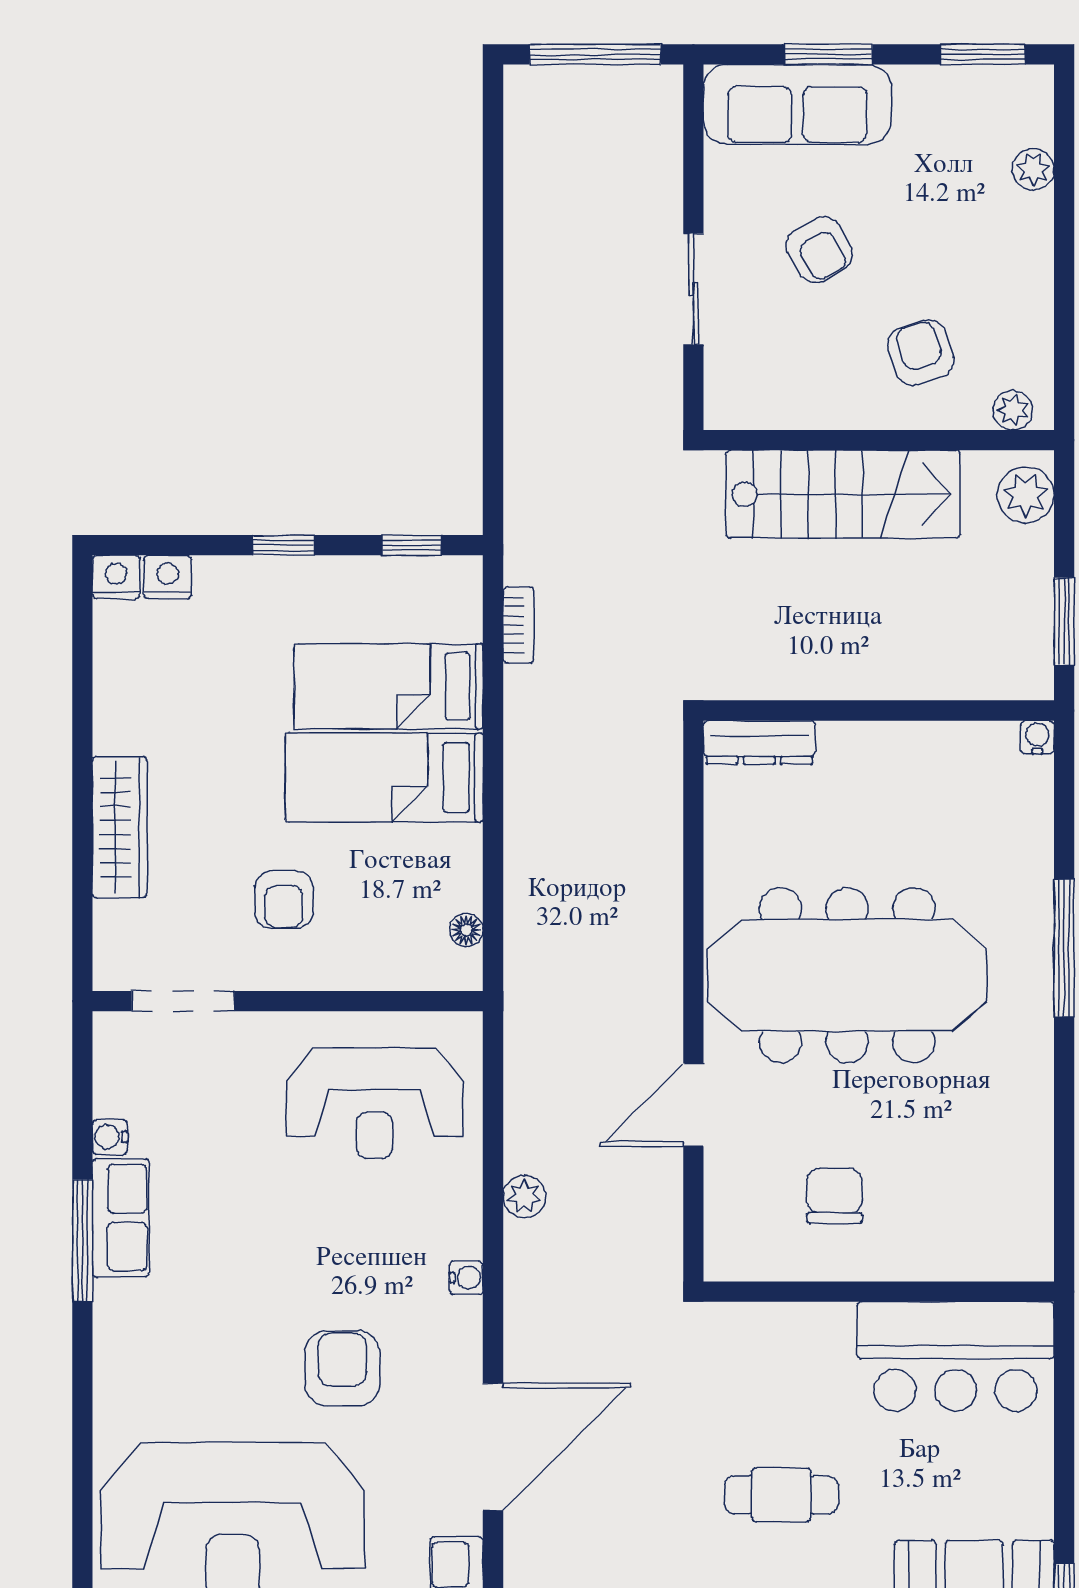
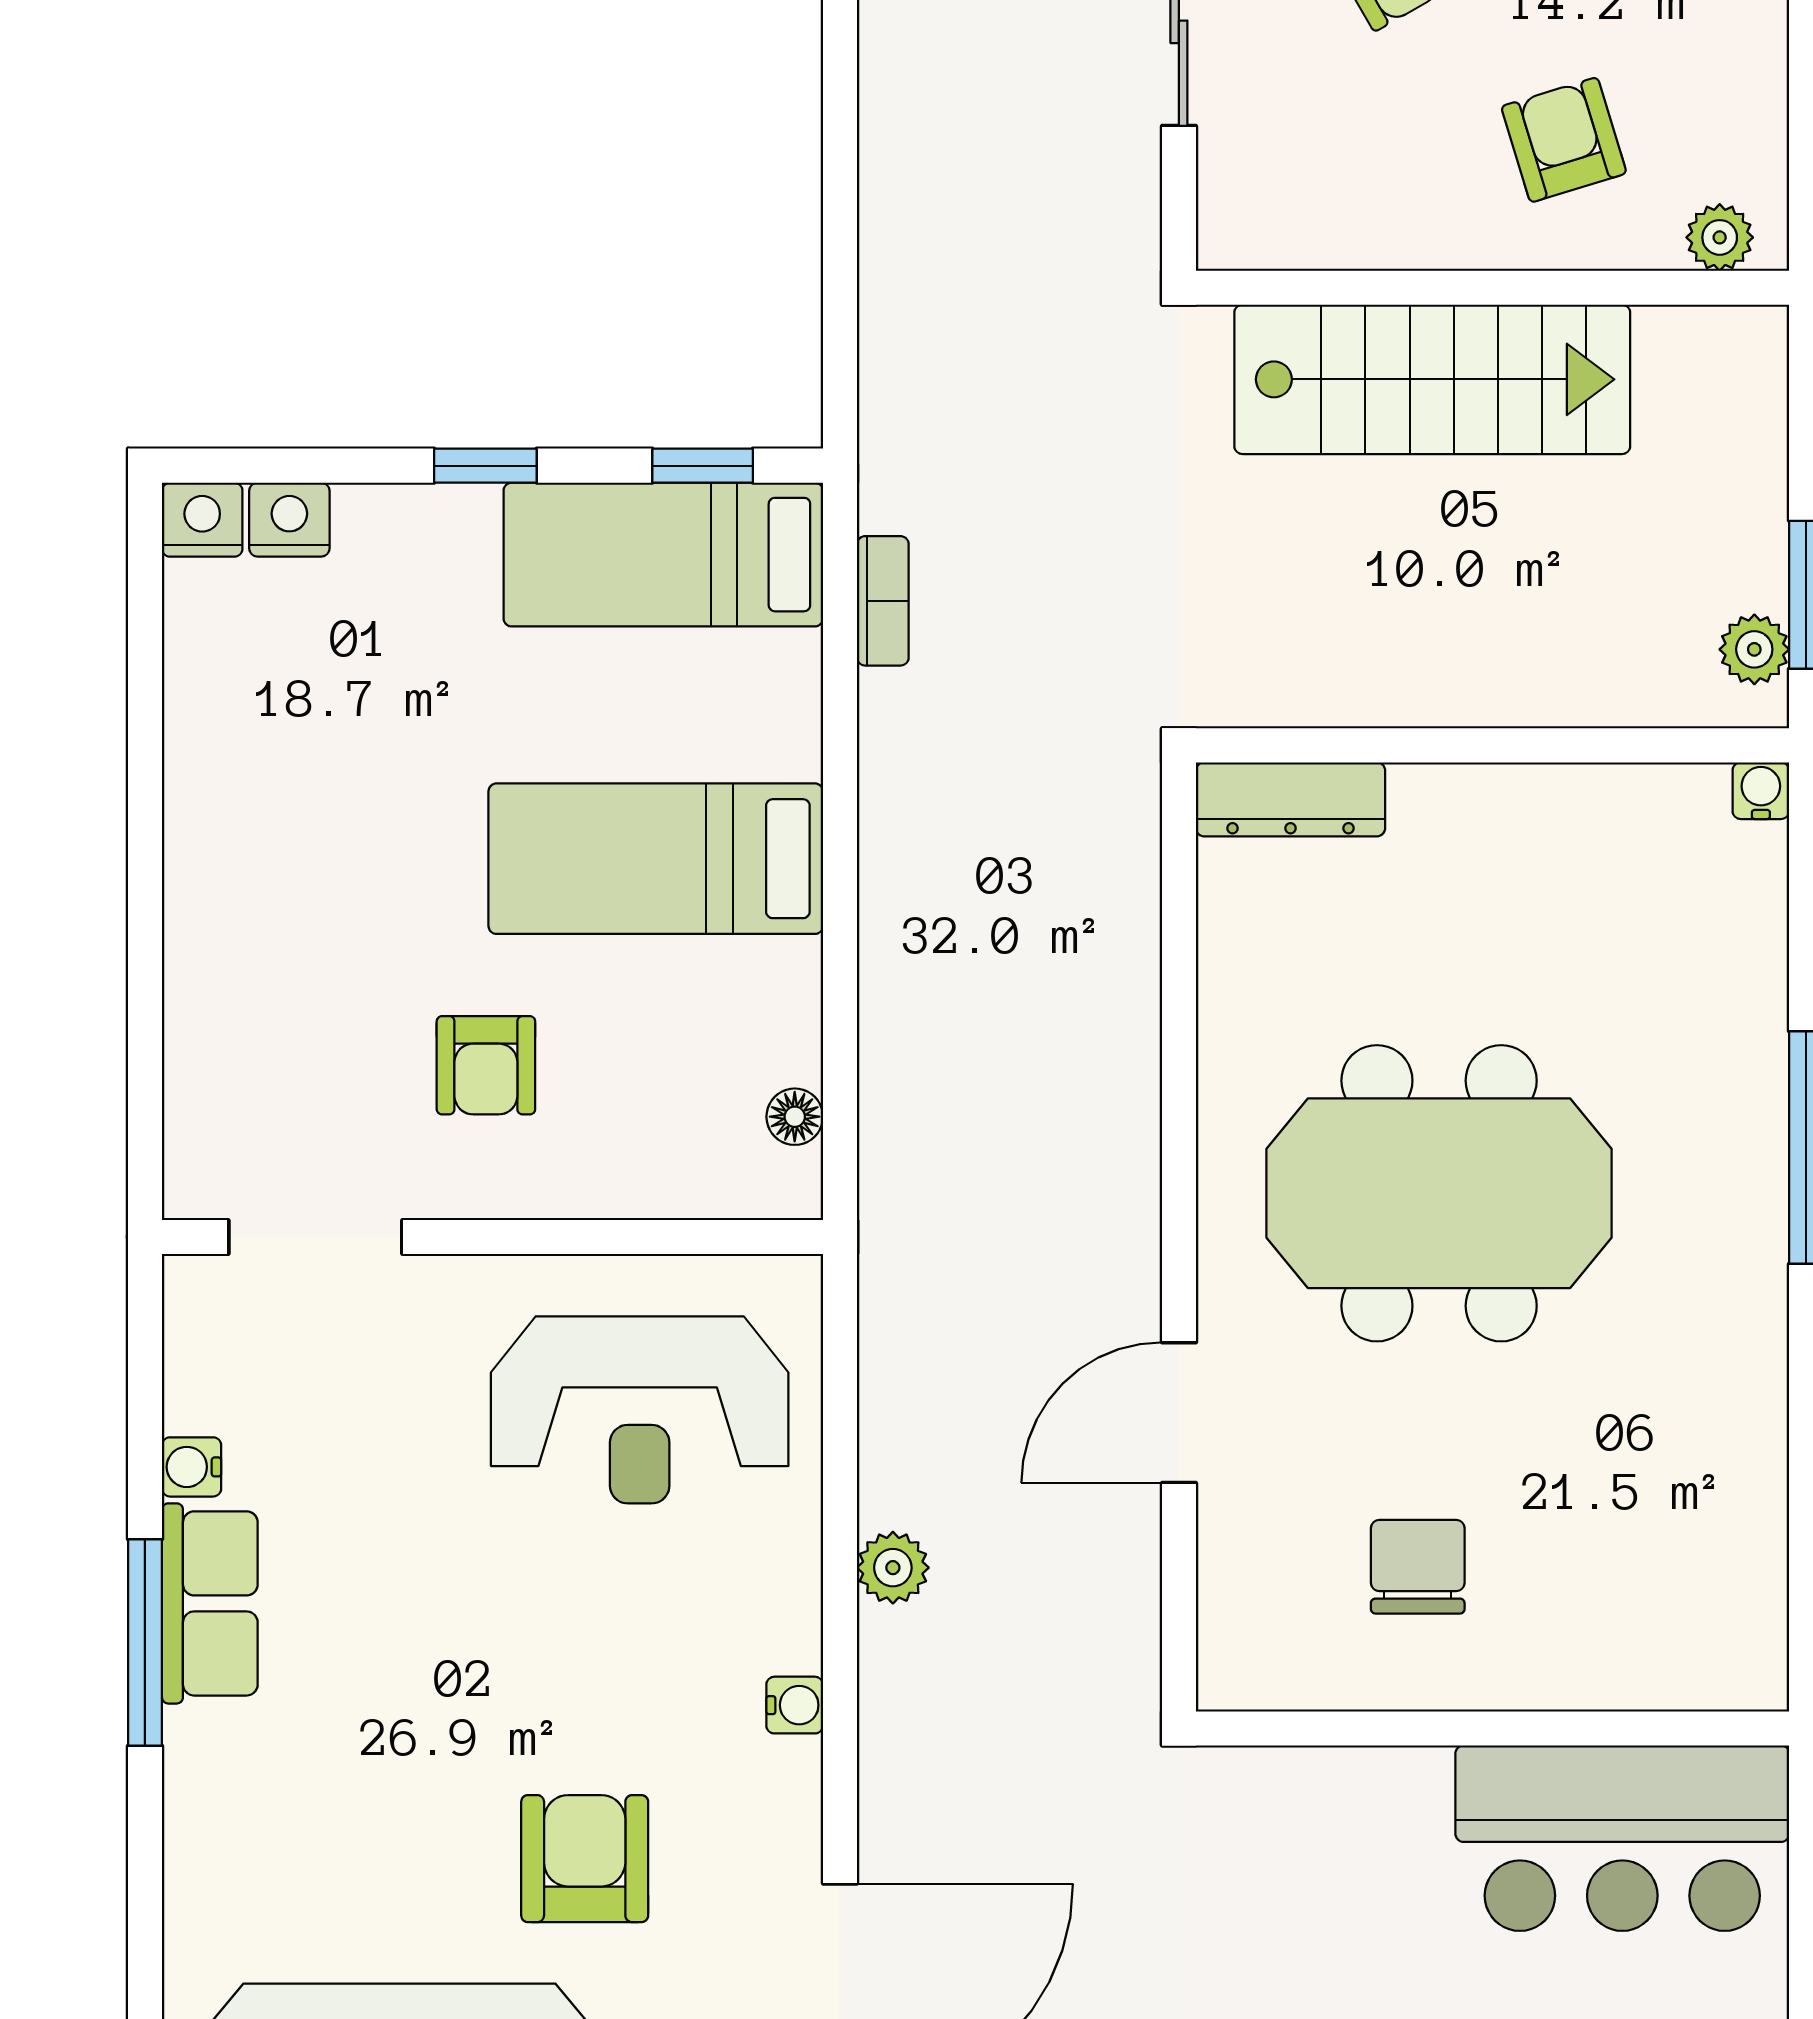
plant: (1026, 495) -> (1754, 649), moved, width x0.73, depth x0.73
bed: (389, 686) -> (663, 555), moved
wardrobe: (120, 827) -> (208, 943), removed
meeting table: (847, 975) -> (1439, 1193), width x0.73

